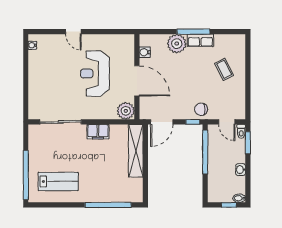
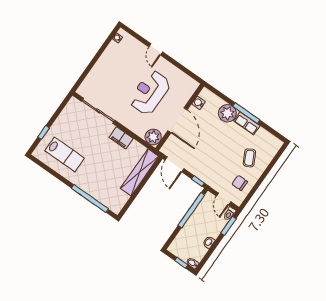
chair: (201, 109) -> (240, 183), moved
door: (162, 122) -> (174, 164), hinge flipped
window: (26, 175) -> (44, 132), width x0.32

